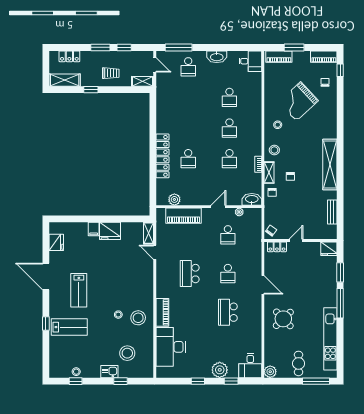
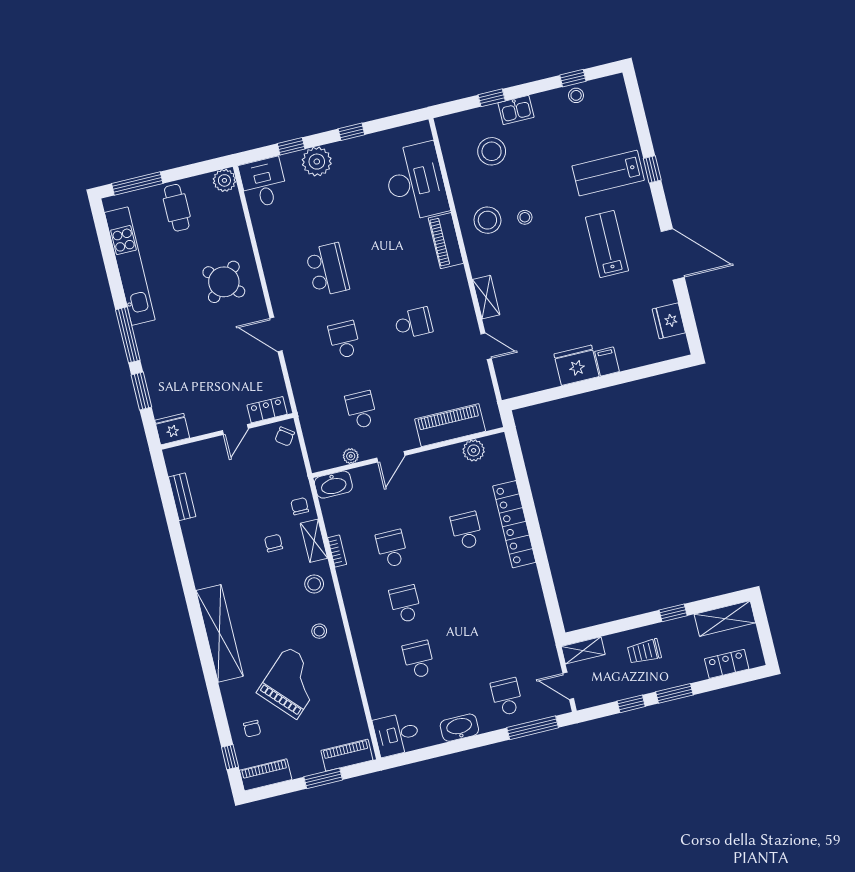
shelving: (330, 164) -> (220, 633), moved
shelving: (149, 233) -> (486, 297), moved
school desk: (190, 274) -> (413, 323), width x0.54

